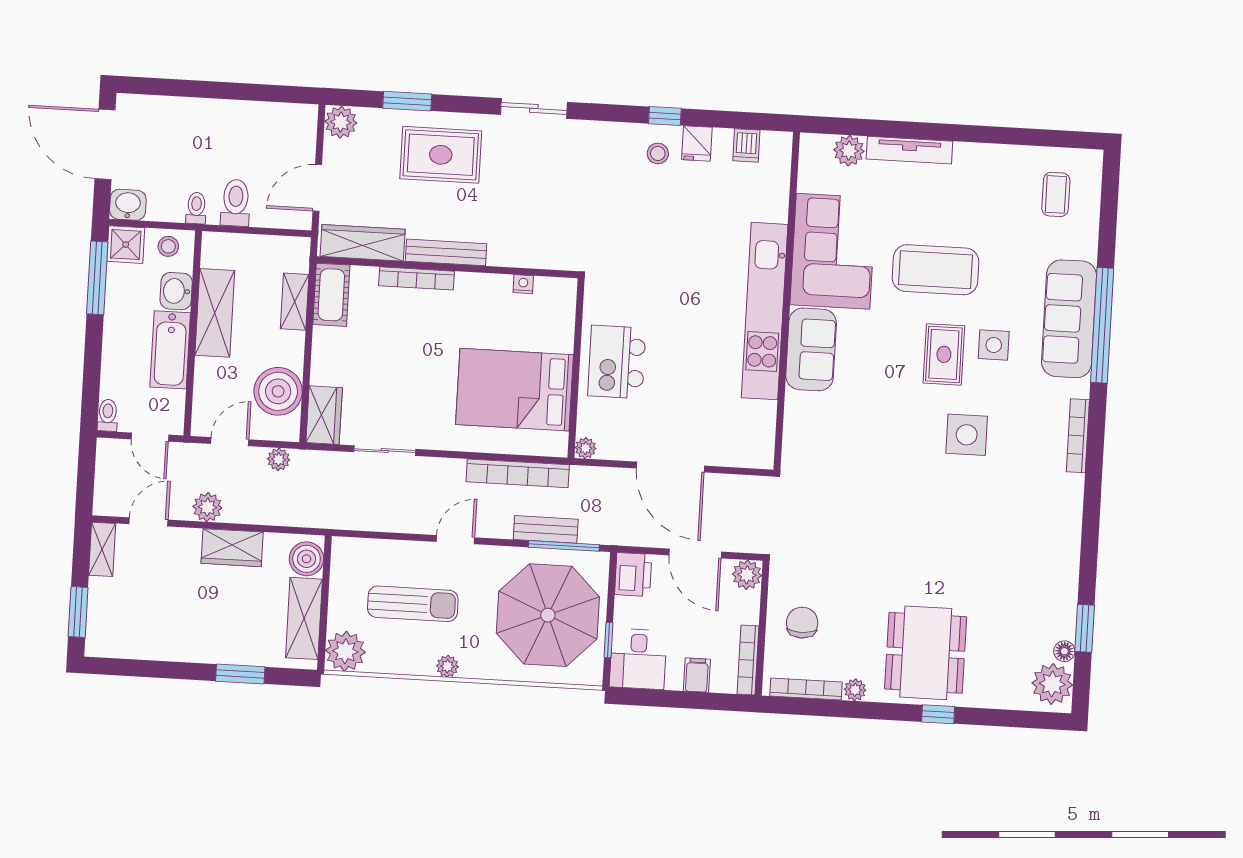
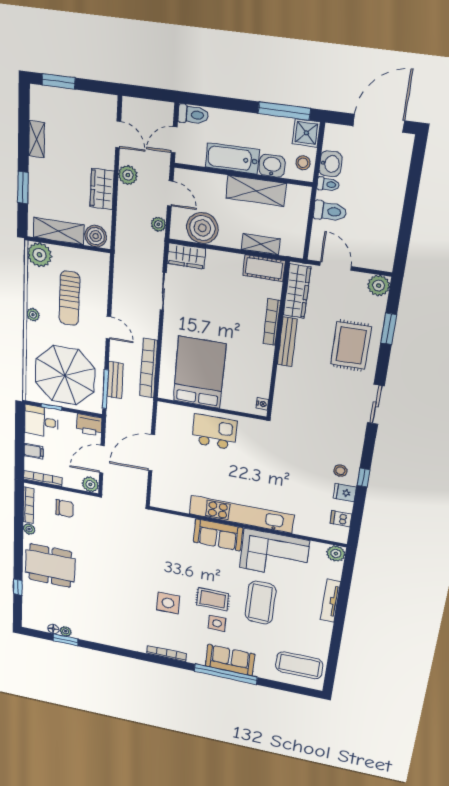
plant: (849, 151) -> (336, 554), moved
coffee table: (1056, 194) -> (299, 665), width x1.86, depth x1.72
washbasin: (128, 205) -> (331, 164), moved
nightstand: (523, 284) -> (262, 404), moved
sofa: (1069, 319) -> (230, 660), width x0.73
toilet: (108, 415) -> (193, 115), width x1.37, depth x1.39
plant: (586, 448) -> (163, 408), removed
shelving: (102, 549) -> (37, 139), moved, turned 90
plant: (1052, 684) -> (66, 631), moved, width x0.53, depth x0.53
window: (938, 714) -> (18, 587), moved

